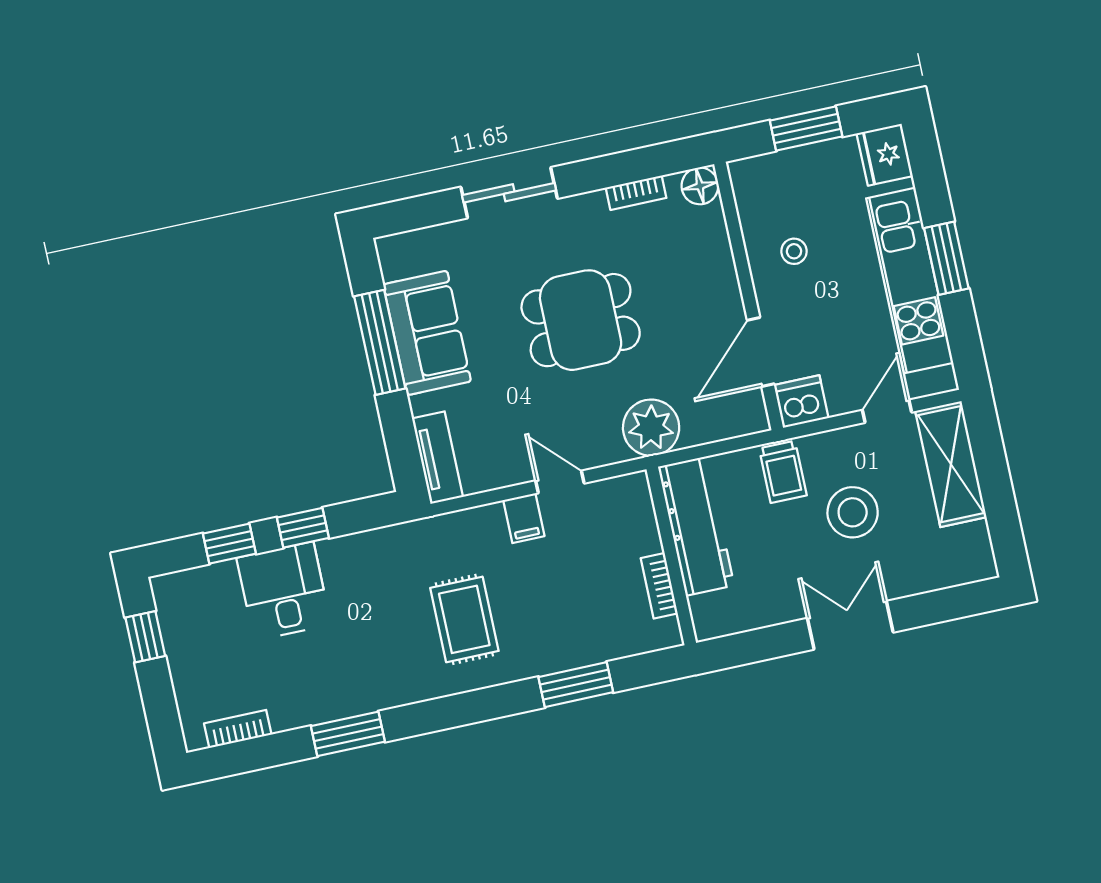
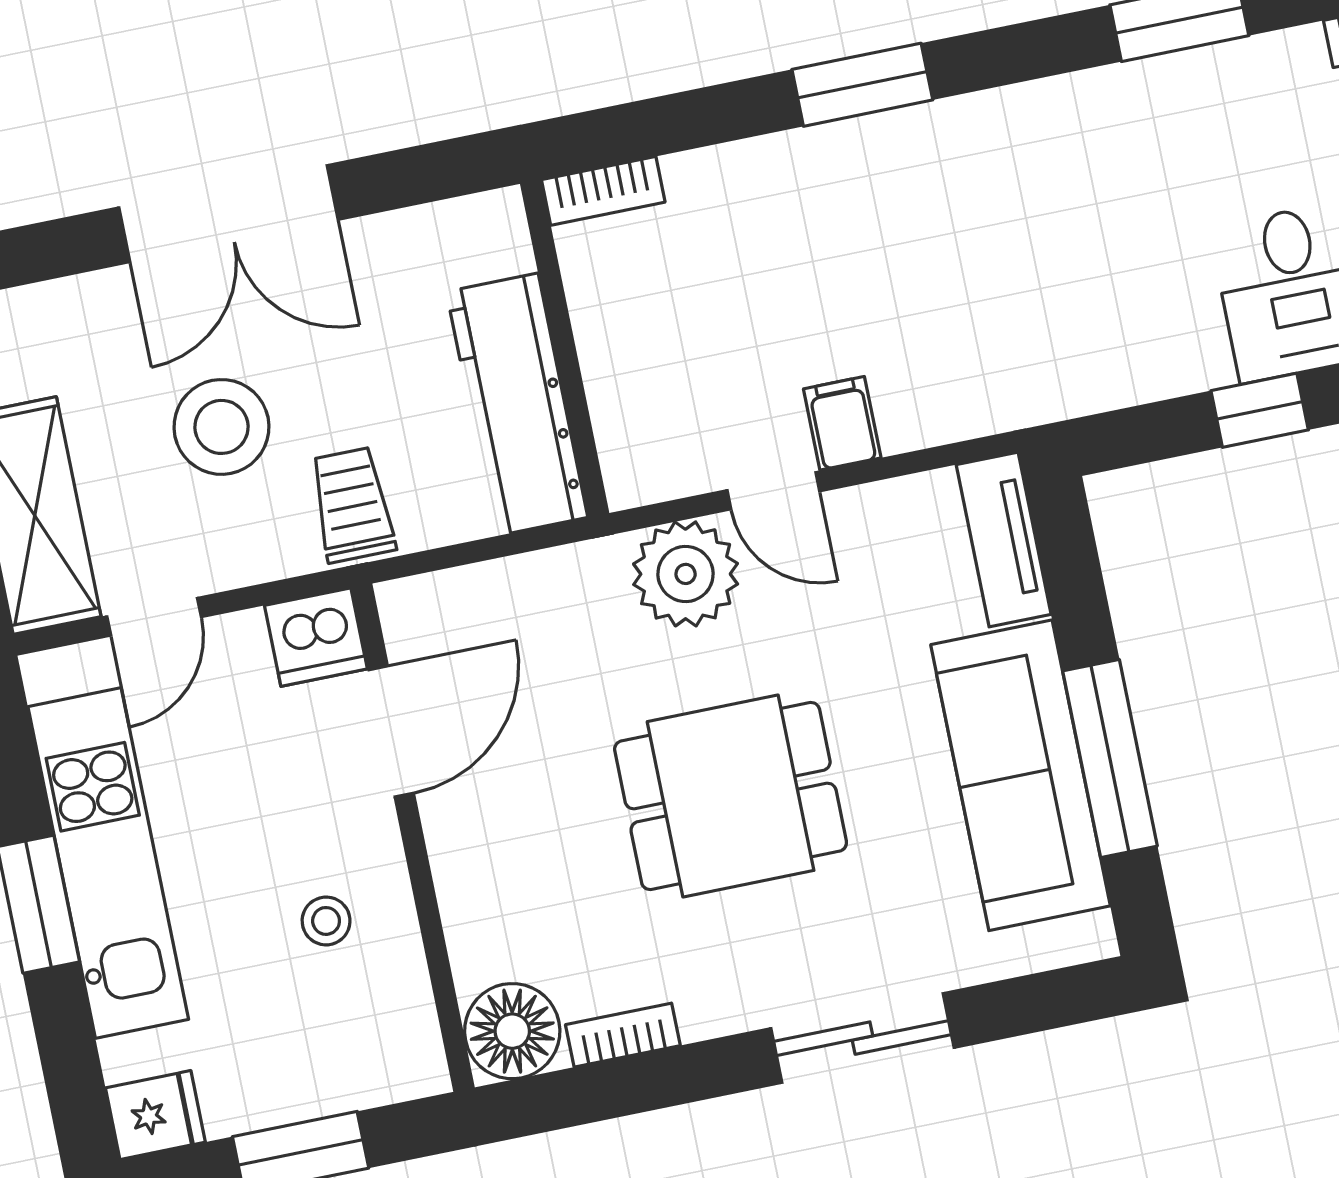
fridge: (885, 155) -> (155, 1115), width x0.72
floor lamp: (700, 186) -> (512, 1031), width x1.38, depth x1.38
sofa: (427, 333) -> (1021, 775), width x1.36
plant: (651, 428) -> (686, 574), moved
bookcase: (659, 586) -> (603, 191), moved, turned 90
rug: (464, 619) -> (957, 234), removed
double door: (850, 625) -> (229, 214), width x1.37
window: (576, 685) -> (862, 85), moved

